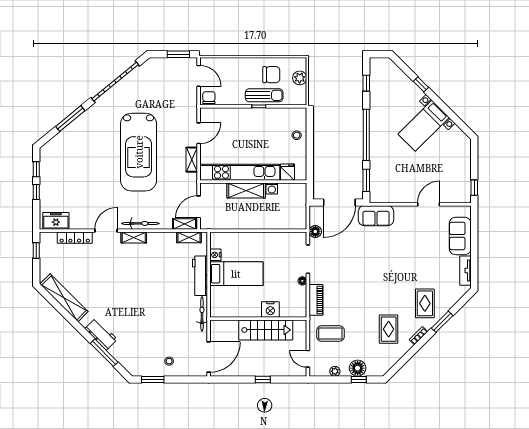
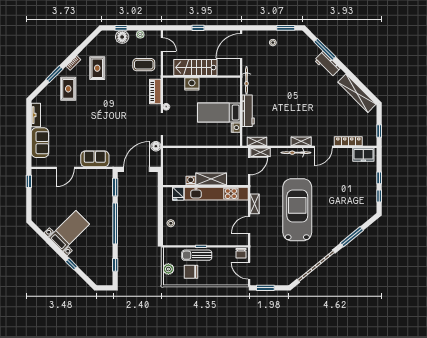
sofa: (376, 216) -> (95, 159), moved

